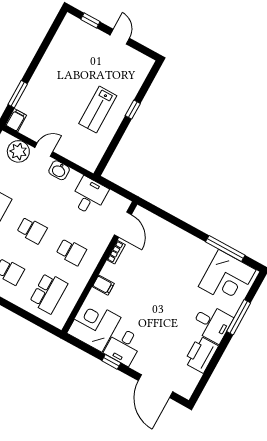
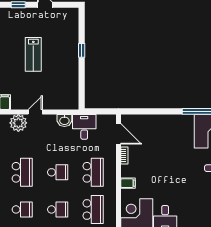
lab bench: (98, 110) -> (33, 54), moved
washbasin: (59, 170) -> (64, 120), moved
school desk: (71, 252) -> (93, 172), width x1.85

